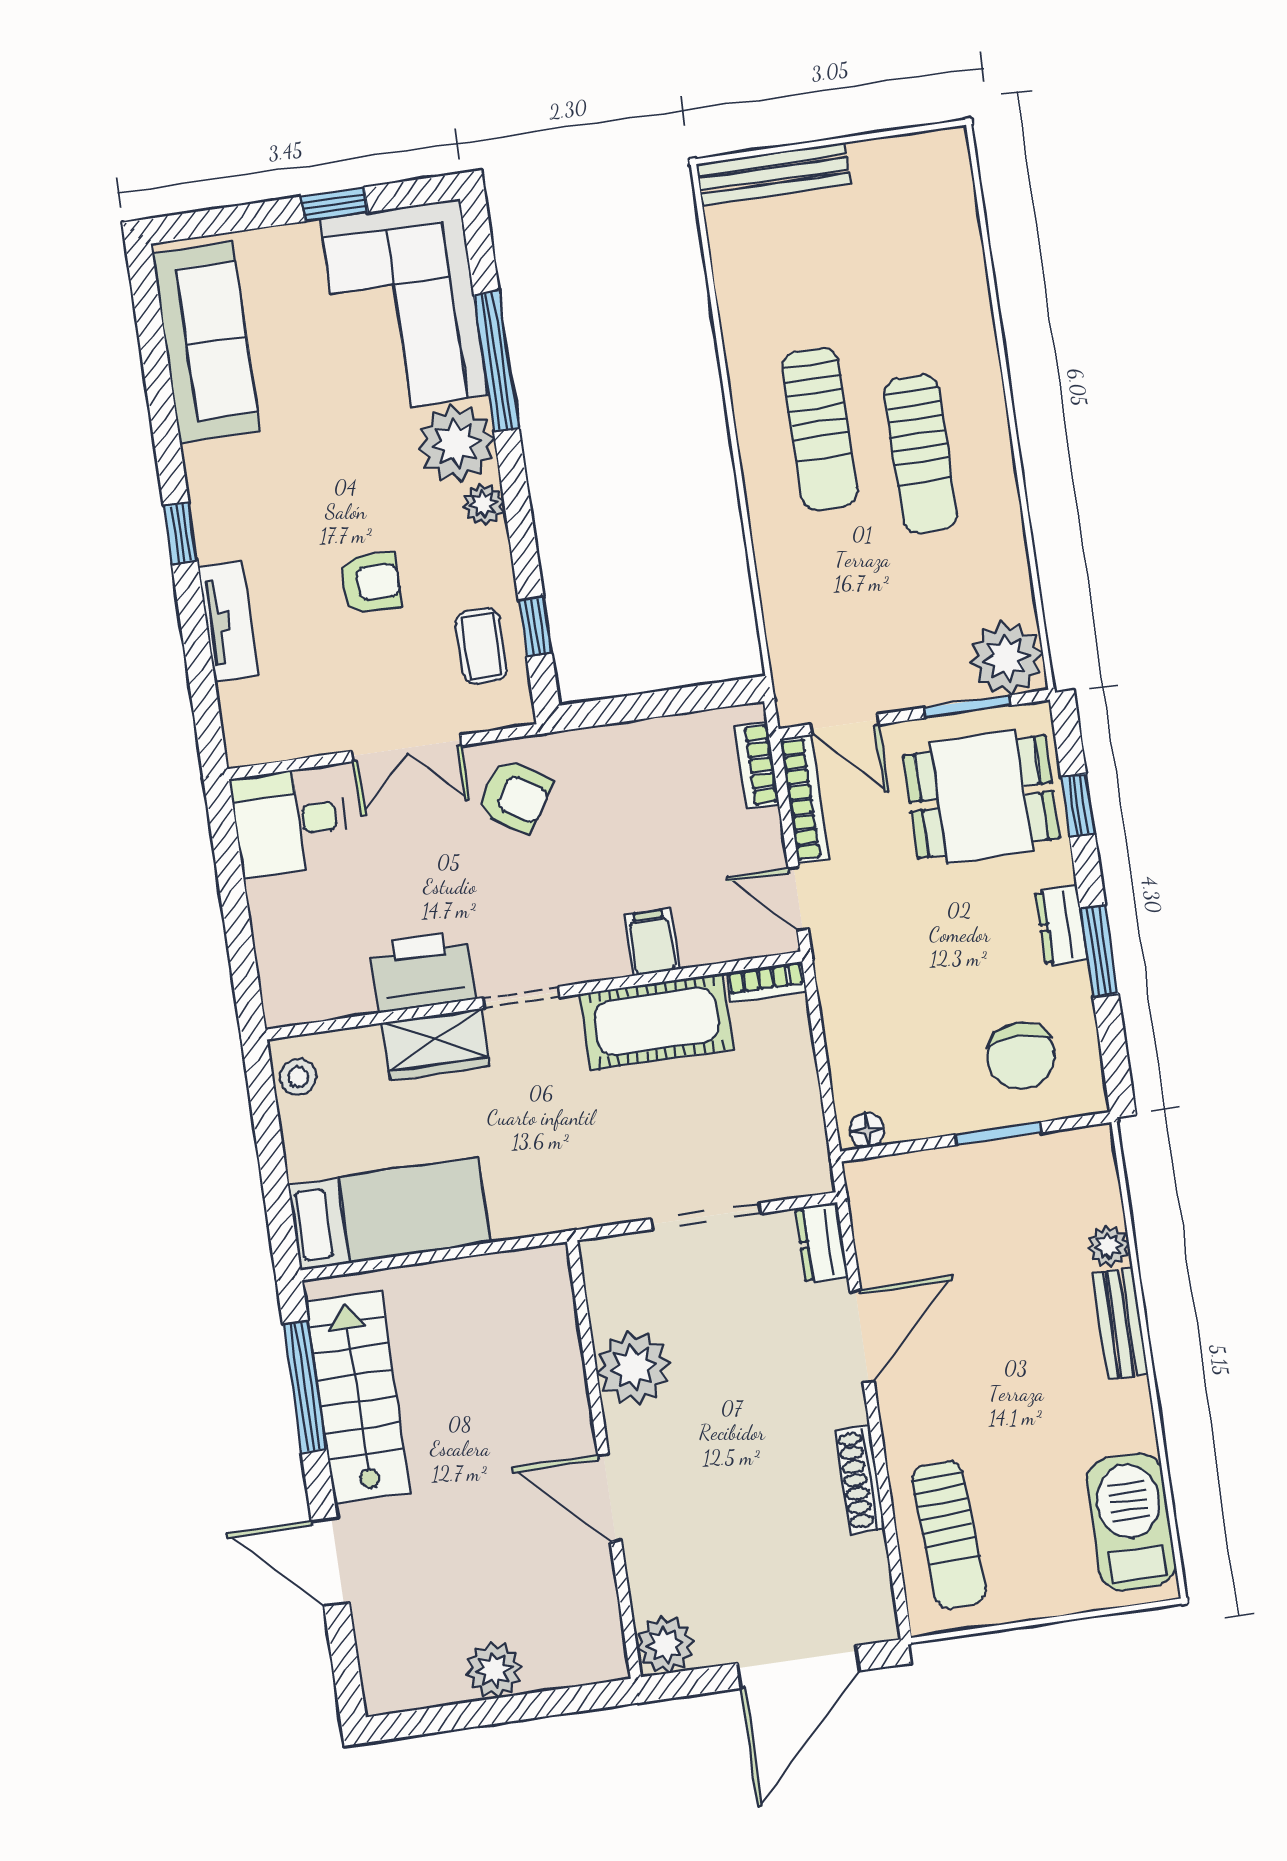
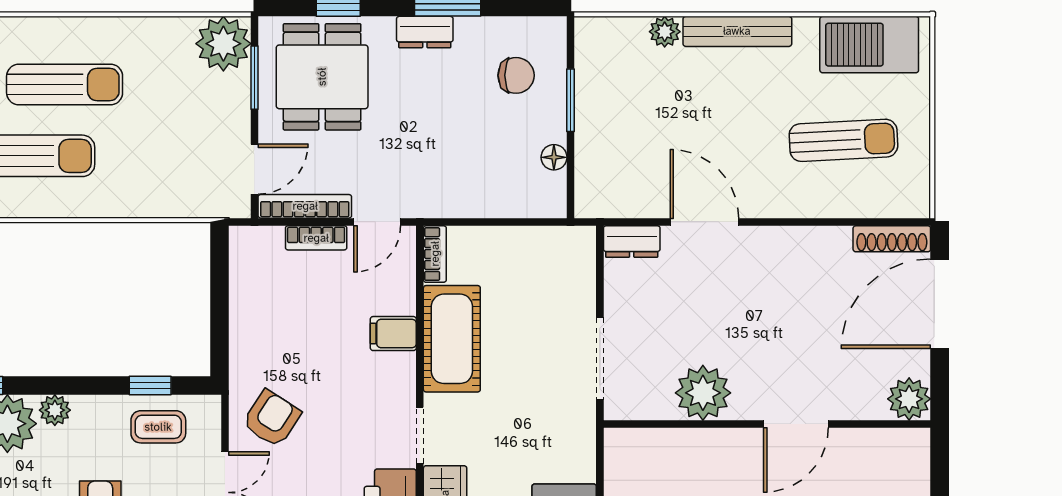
bookcase: (757, 766) -> (316, 238), moved
chair: (1021, 1056) -> (516, 75), width x0.73, depth x0.73
floor lamp: (867, 1130) -> (554, 157), moved
doorway: (706, 1216) -> (600, 359), moved
bench: (1120, 1324) -> (737, 31), width x1.36
shoe rack: (860, 1479) -> (892, 239), moved
sun lounger: (949, 1535) -> (843, 140), moved
door: (798, 1667) -> (940, 304), swing flipped

